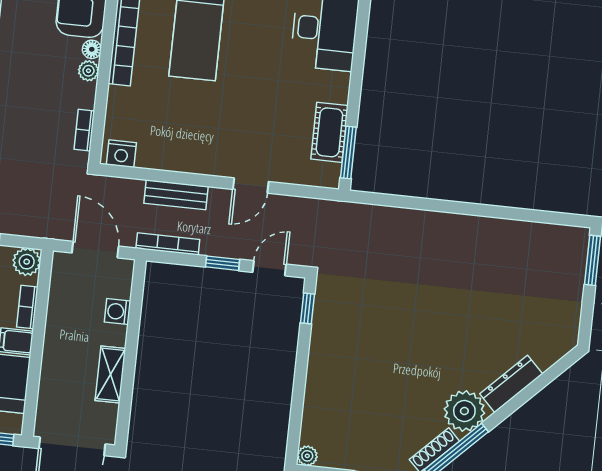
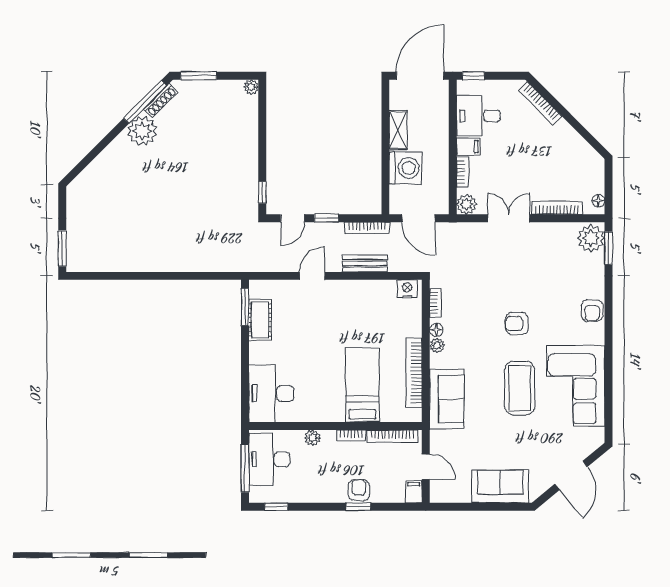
floor lamp: (92, 49) -> (436, 330), moved
washing machine: (118, 312) -> (405, 168), width x1.89, depth x1.89
dresser: (511, 384) -> (111, 154), removed

